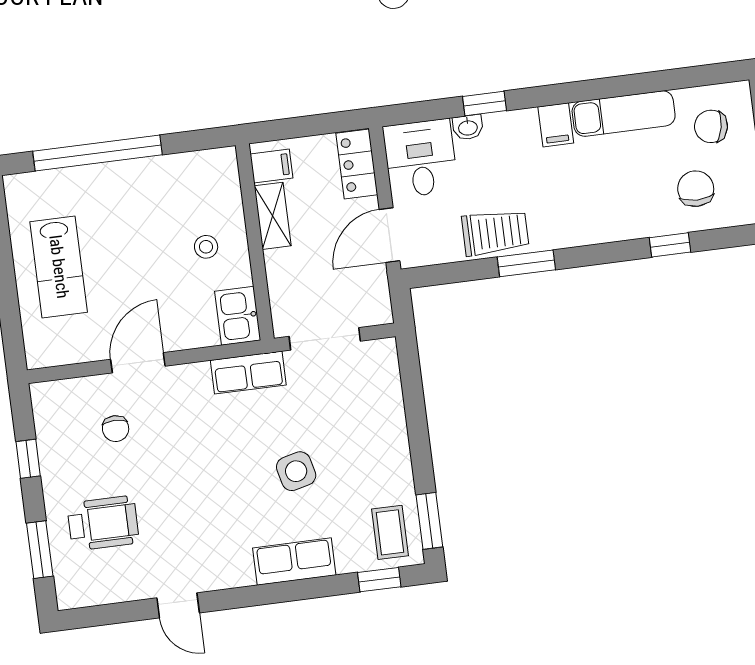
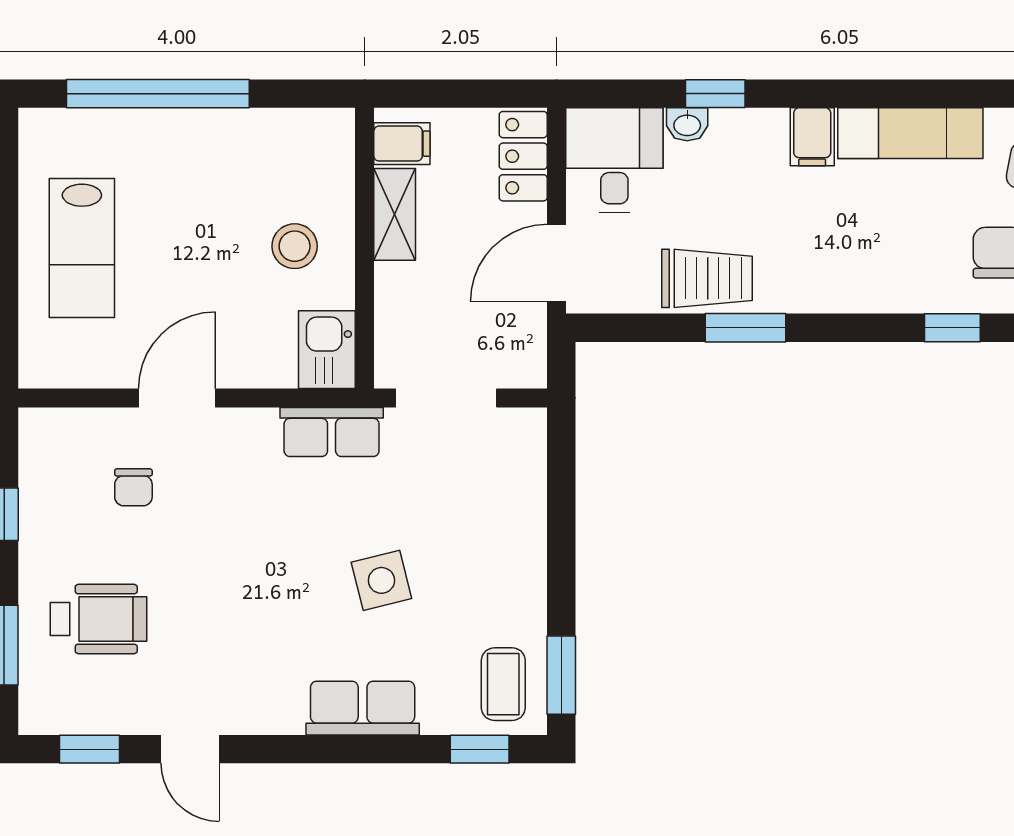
stool: (206, 247) -> (295, 246), width x1.37, depth x1.37
window: (108, 614) -> (89, 749), added

